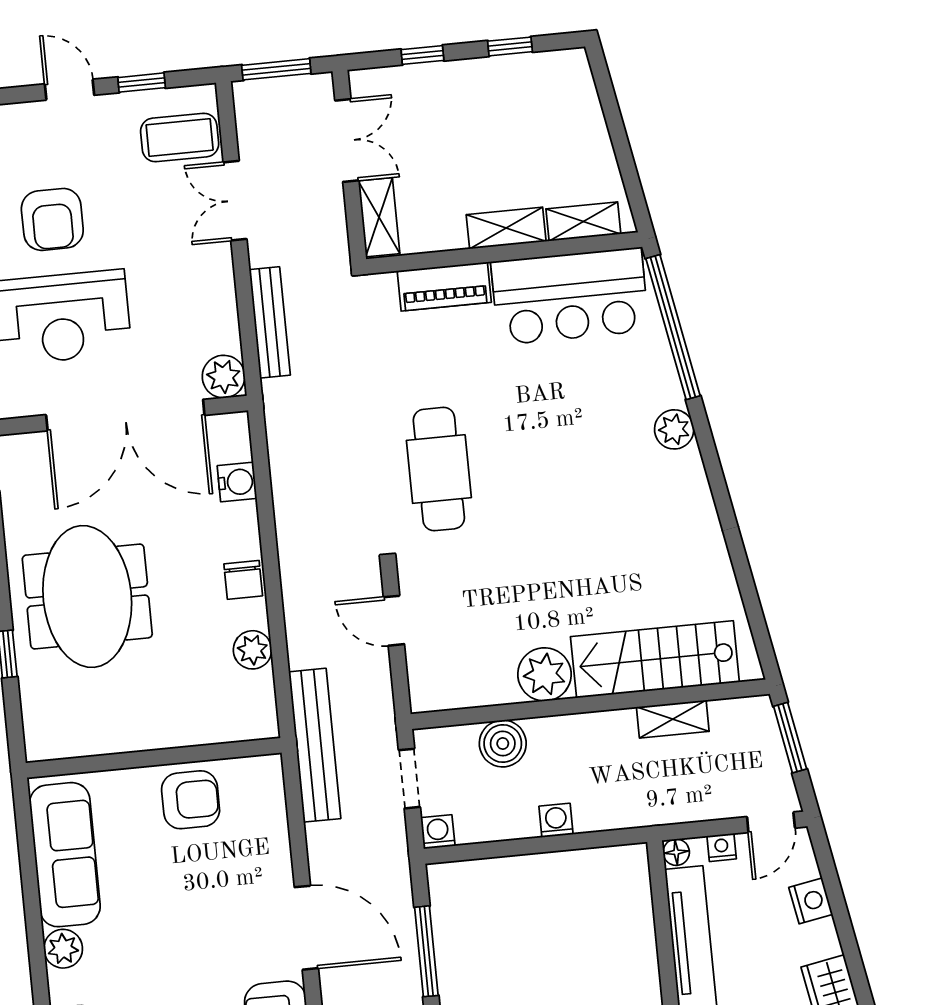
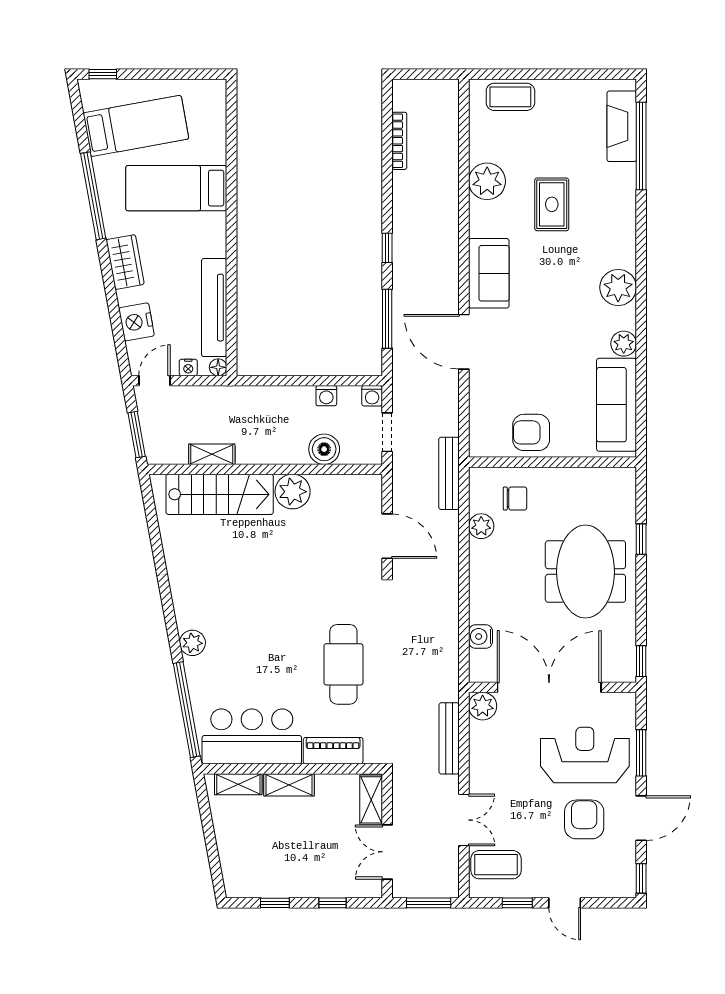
cafe table: (439, 469) -> (343, 664), moved
chair: (243, 580) -> (515, 499), moved, turned 90
door: (394, 621) -> (387, 536), width x1.37
bench: (315, 745) -> (449, 473), width x0.73, depth x0.82
washing machine: (556, 820) -> (326, 396), moved
nightstand: (811, 901) -> (136, 322), width x1.36, depth x1.33

